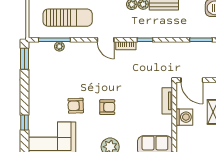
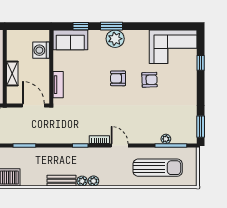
sun lounger: (68, 18) -> (158, 168), turned 180
washing machine: (184, 117) -> (41, 50), moved

